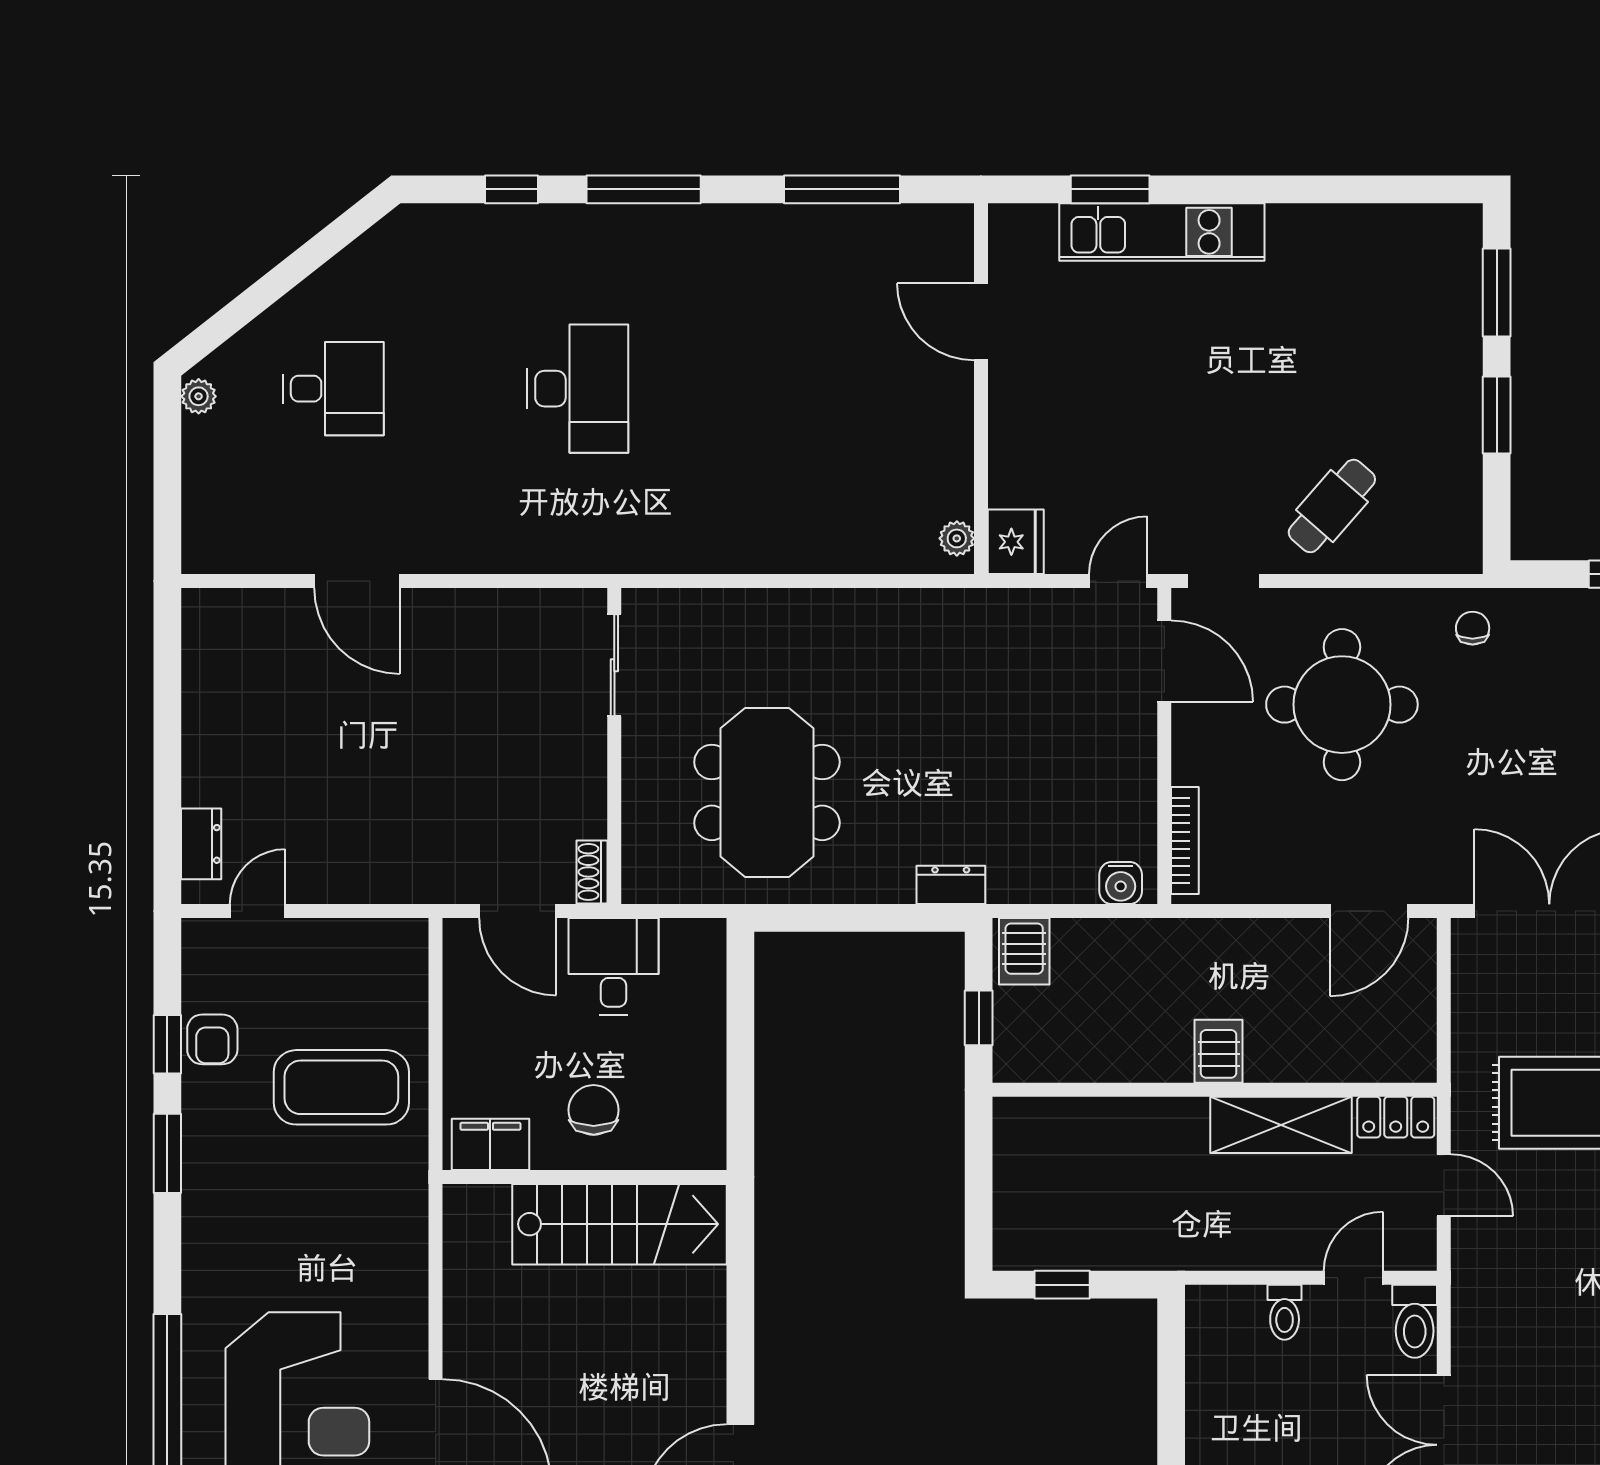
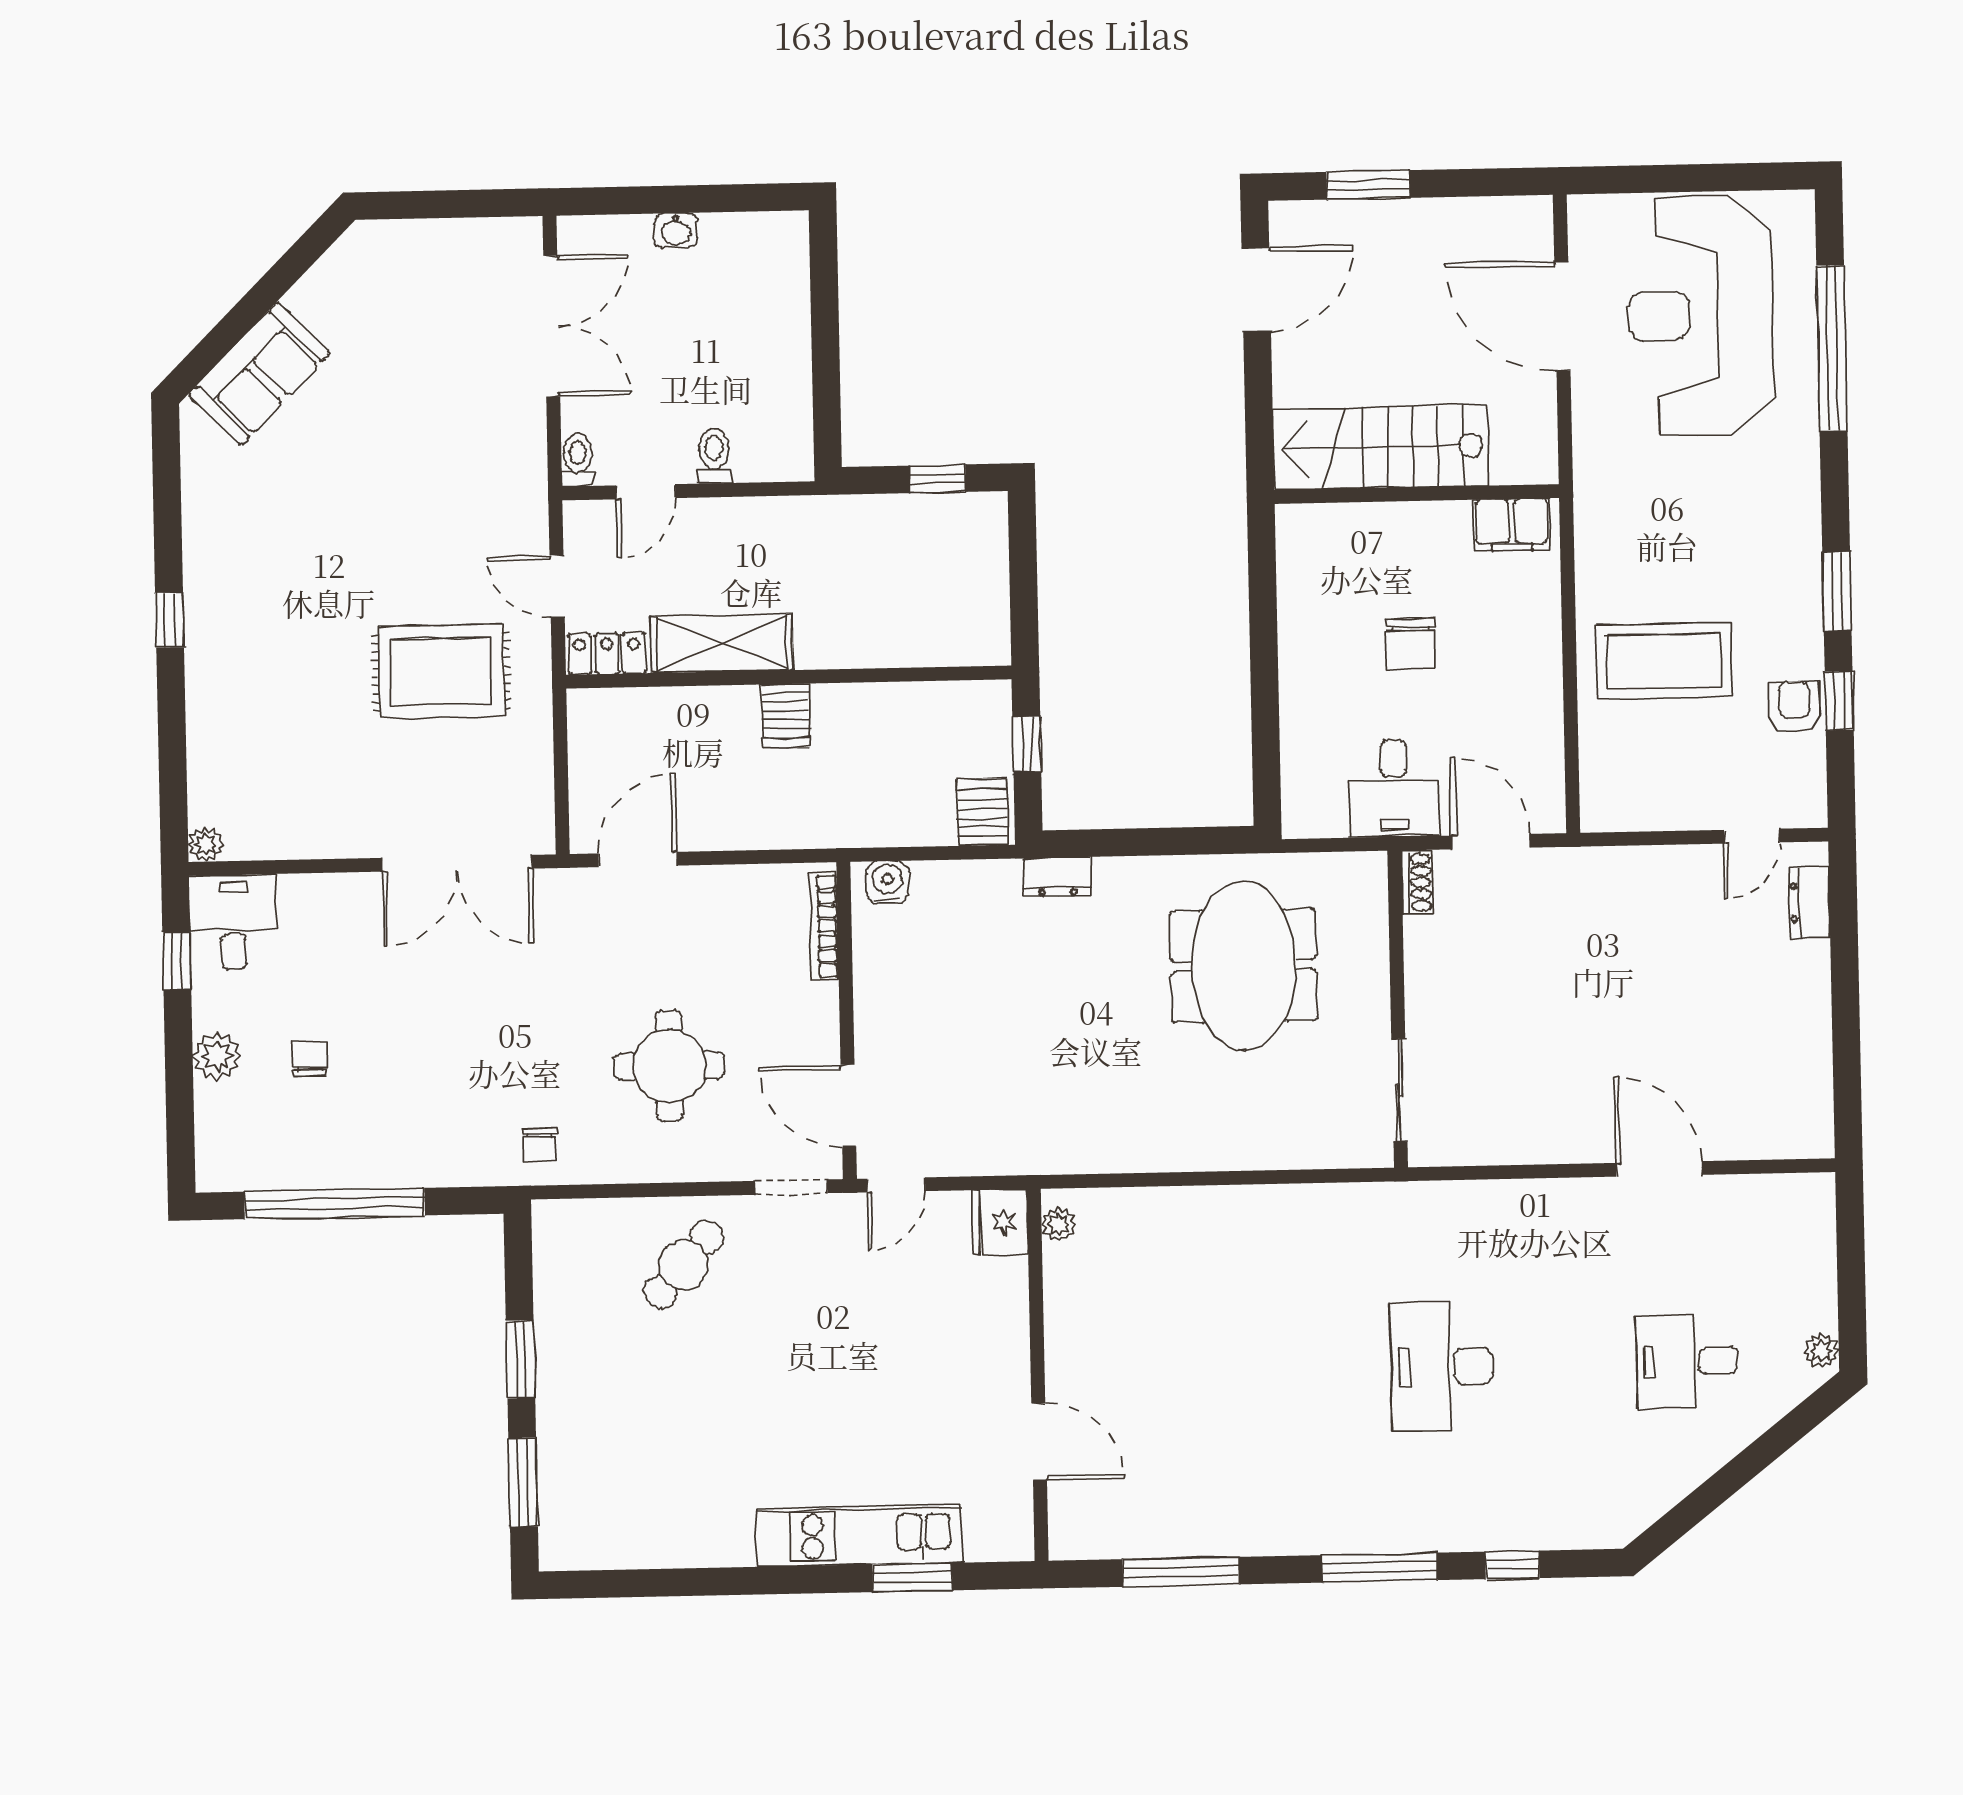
round table: (1342, 705) -> (669, 1066), width x0.73, depth x0.73
filing cabinet: (490, 1144) -> (1512, 525), moved
wall: (585, 1177) -> (1417, 494), moved
stairs: (620, 1224) -> (1381, 447), moved
toilet: (1415, 1321) -> (578, 460), width x0.73, depth x0.72

